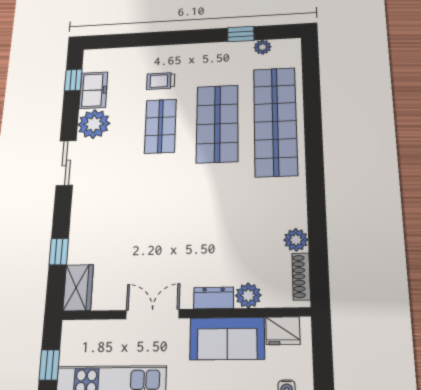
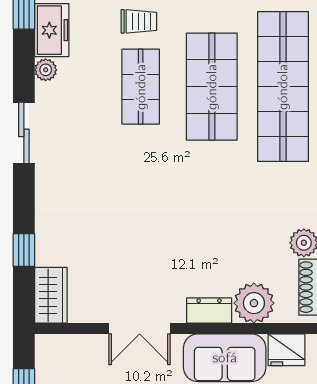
trolley: (161, 81) -> (139, 21), turned 180
plant: (94, 124) -> (46, 70), width x0.53, depth x0.53
plant: (248, 295) -> (254, 303), width x1.36, depth x1.36
double door: (152, 314) -> (140, 329), swing flipped

